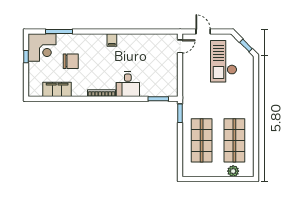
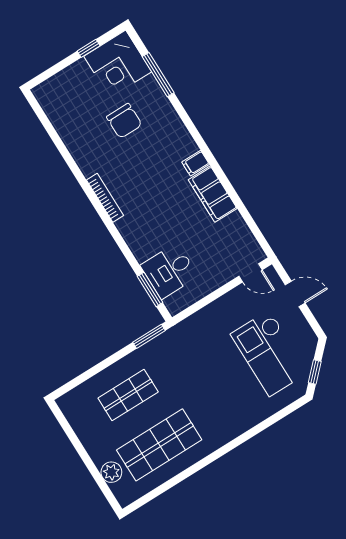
door: (203, 32) -> (295, 294), hinge flipped
checkout: (224, 61) -> (269, 353), turned -90
desk: (128, 84) -> (169, 271), moved
filing cabinet: (57, 89) -> (213, 194), moved, turned 180
shop shelf: (202, 140) -> (128, 395), width x0.70, depth x0.74

